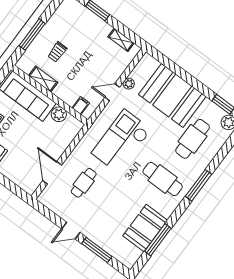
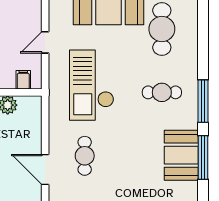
plant: (129, 84) -> (55, 21), removed
cafe table: (163, 179) -> (162, 92), width x0.73, depth x0.74
window: (198, 185) -> (203, 101), moved

